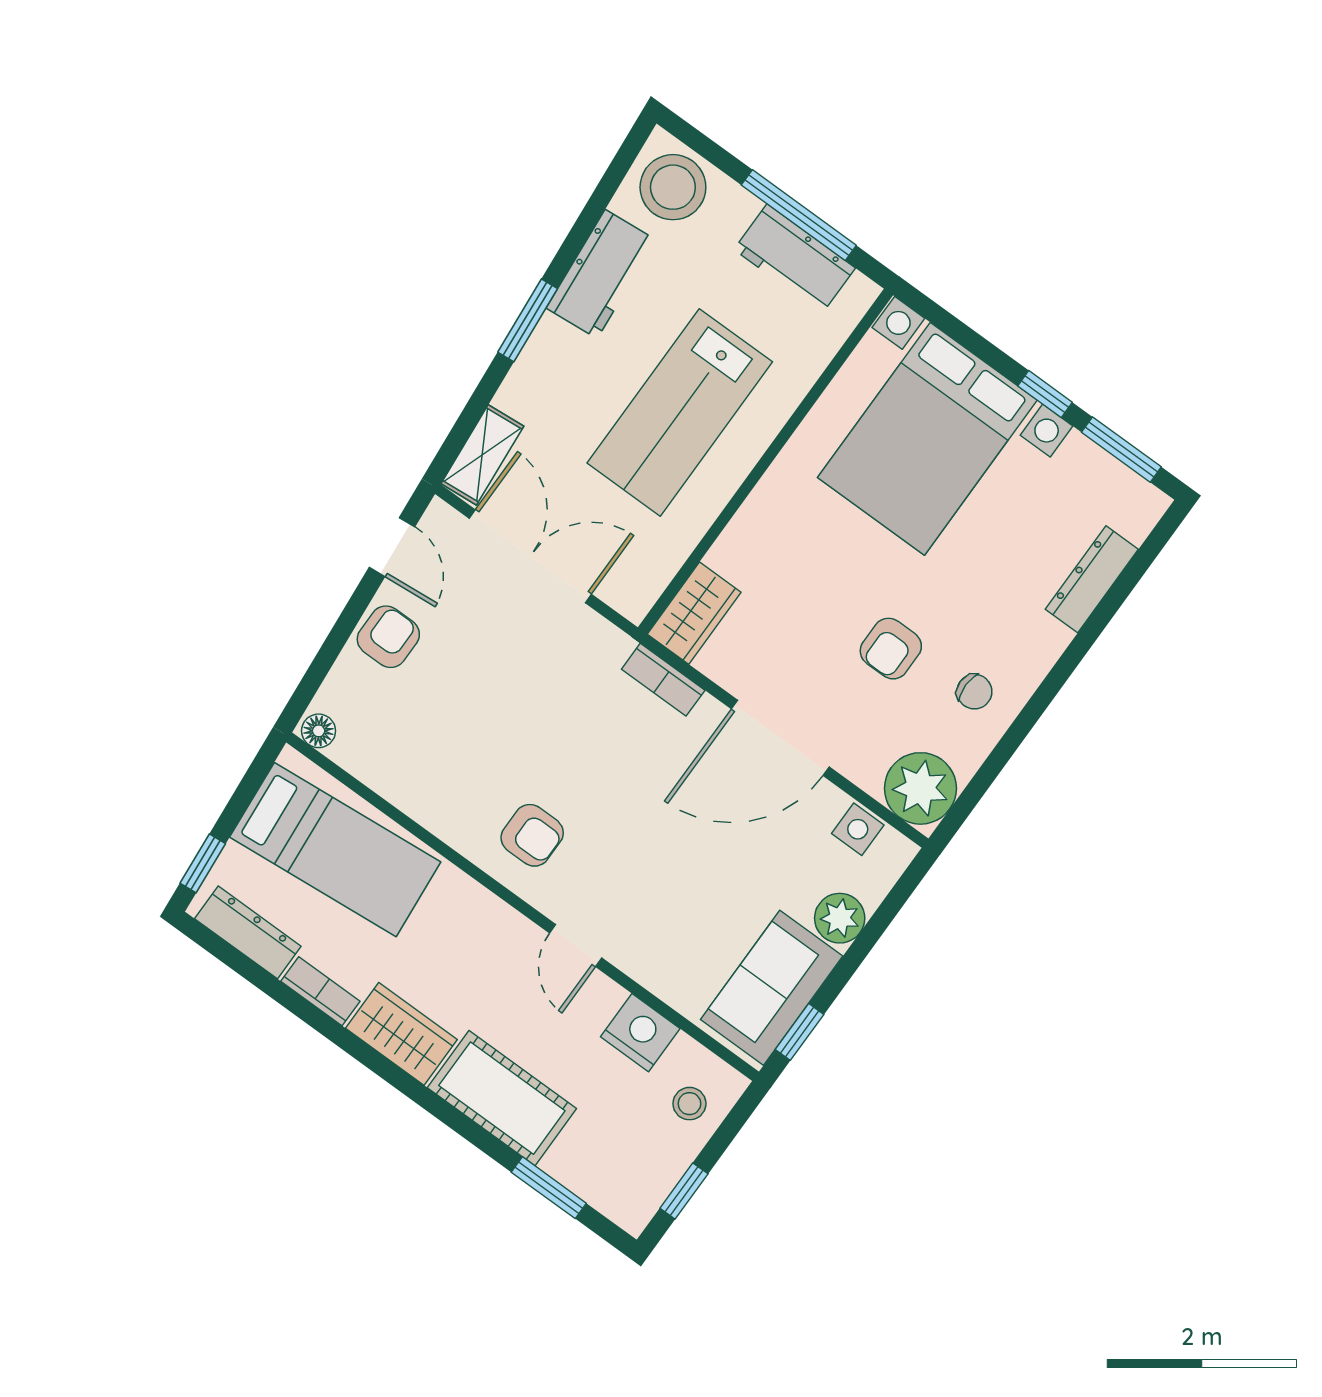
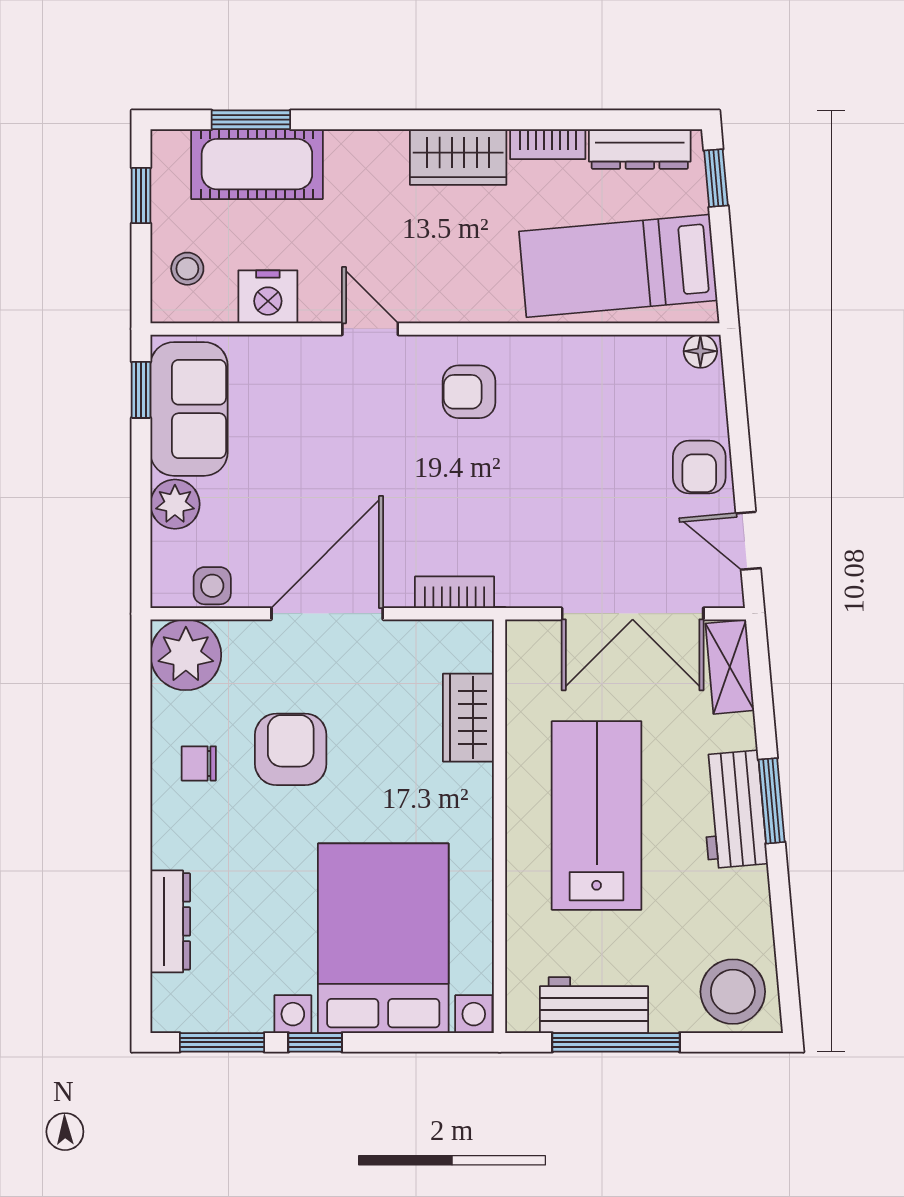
workbench: (601, 274) -> (733, 809), moved
wardrobe: (694, 613) -> (468, 718), moved
armchair: (891, 649) -> (291, 749), width x1.38, depth x1.38
cot: (502, 1098) -> (257, 164), moved

